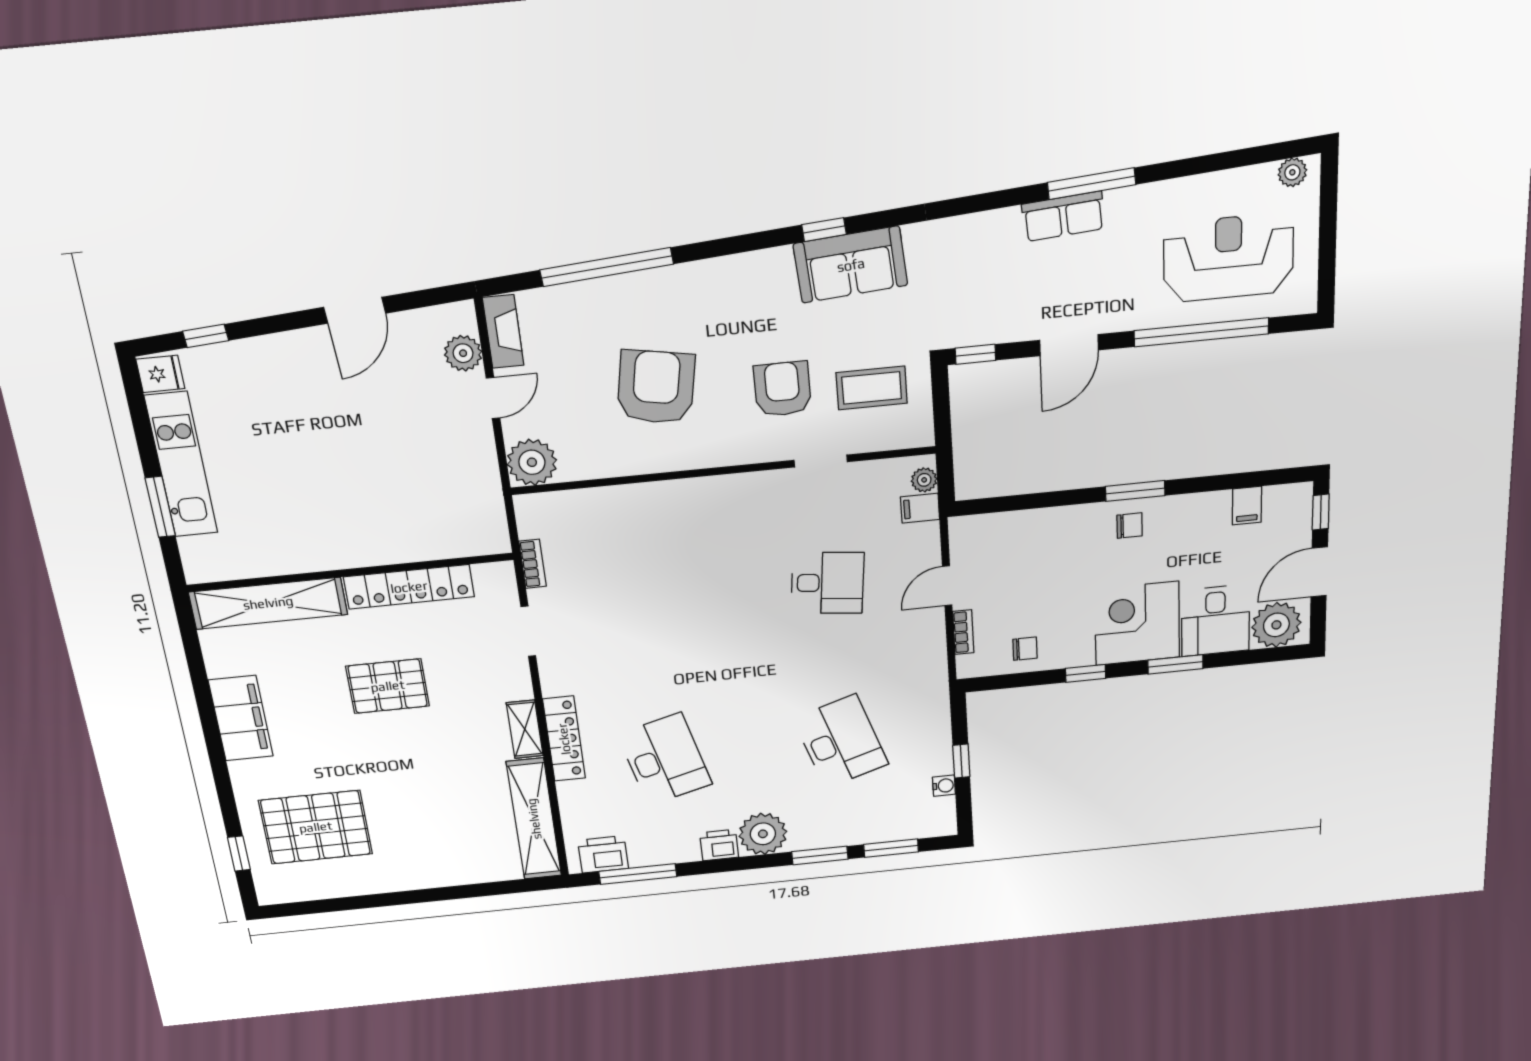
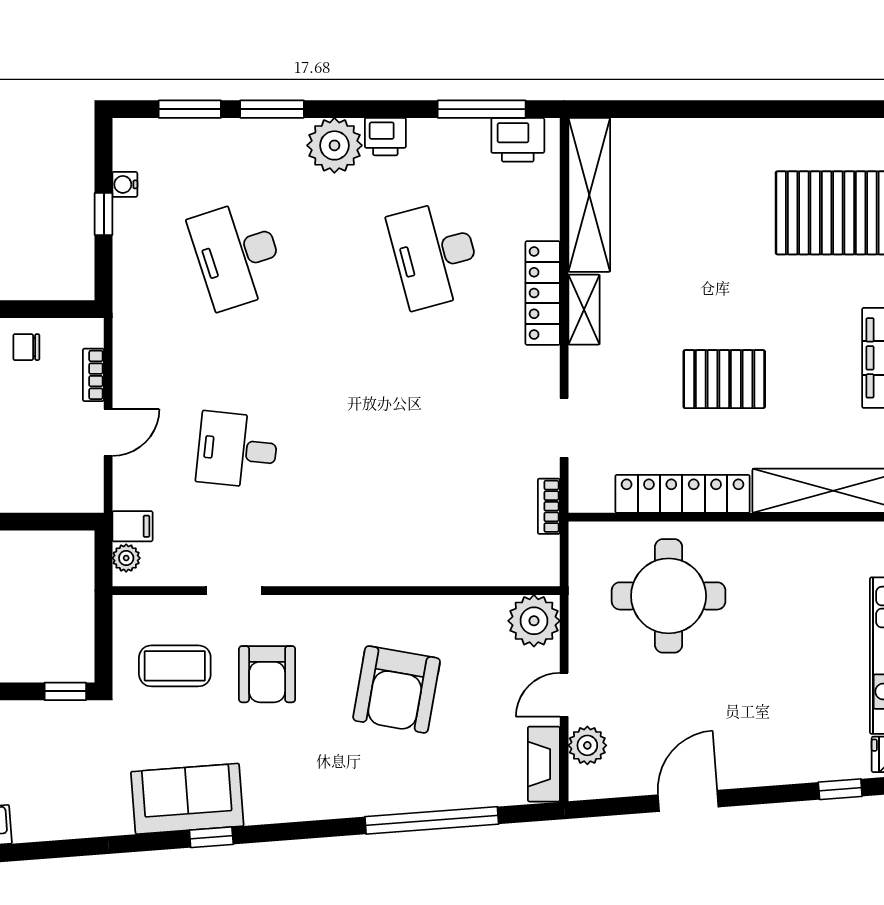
round table: (407, 497) -> (669, 596), added

